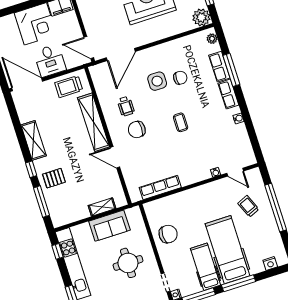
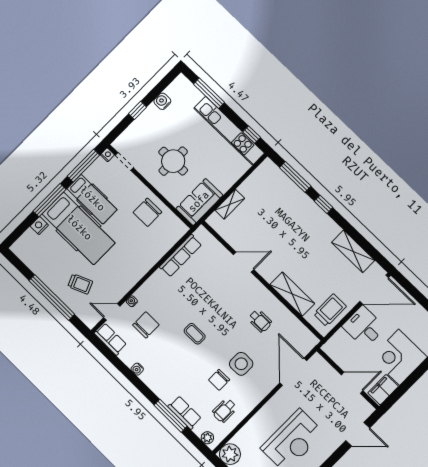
door: (89, 47) -> (352, 383), moved
wheelchair: (188, 52) -> (225, 410), added
row of seats: (228, 94) -> (110, 339), moved
wheelchair: (126, 106) -> (260, 321), turned 180
shelving: (94, 122) -> (292, 294), width x0.68
chair: (137, 130) -> (146, 325), moved
shelving: (34, 140) -> (353, 251), moved
pallet: (54, 178) -> (295, 208), removed
sofa: (109, 226) -> (199, 202), moved
nightstand: (270, 263) -> (39, 226), moved

